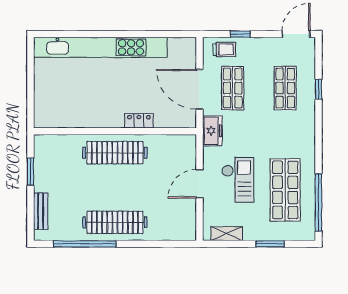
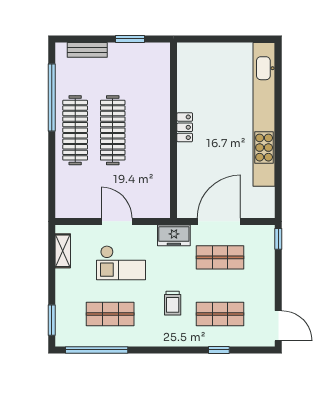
window: (240, 34) -> (278, 239), moved
trolley: (224, 49) -> (173, 303), moved
locker: (139, 121) -> (185, 127), moved
clothes rail: (115, 153) -> (113, 130), moved
shop shelf: (285, 190) -> (110, 314), width x0.70, depth x0.74
window: (270, 244) -> (52, 320), moved

